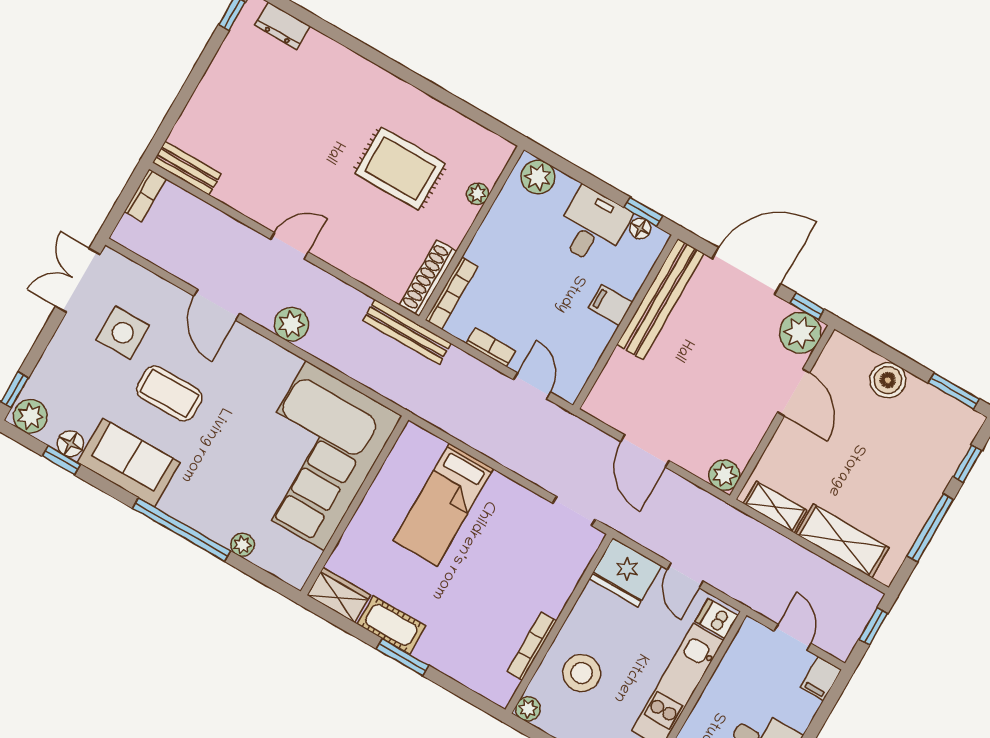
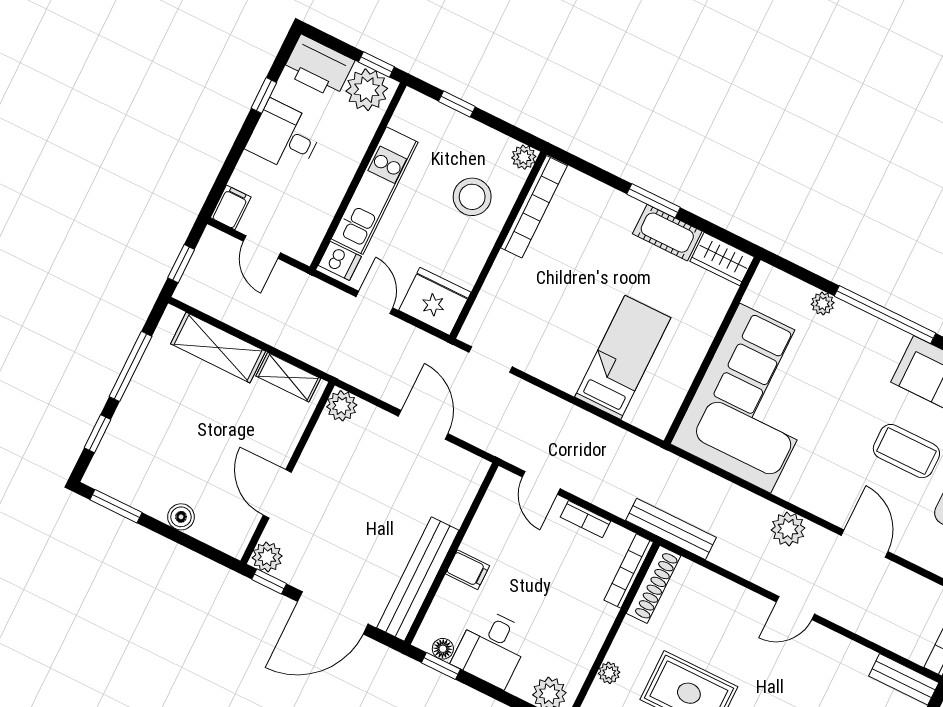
plant: (800, 333) -> (267, 557), width x0.73, depth x0.73
boiler: (888, 380) -> (181, 517), width x0.73, depth x0.73
bookcase: (532, 646) -> (534, 207), width x1.48, depth x1.31

